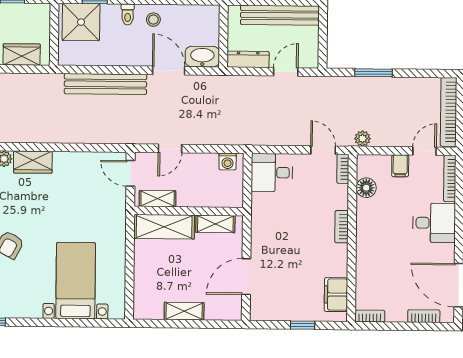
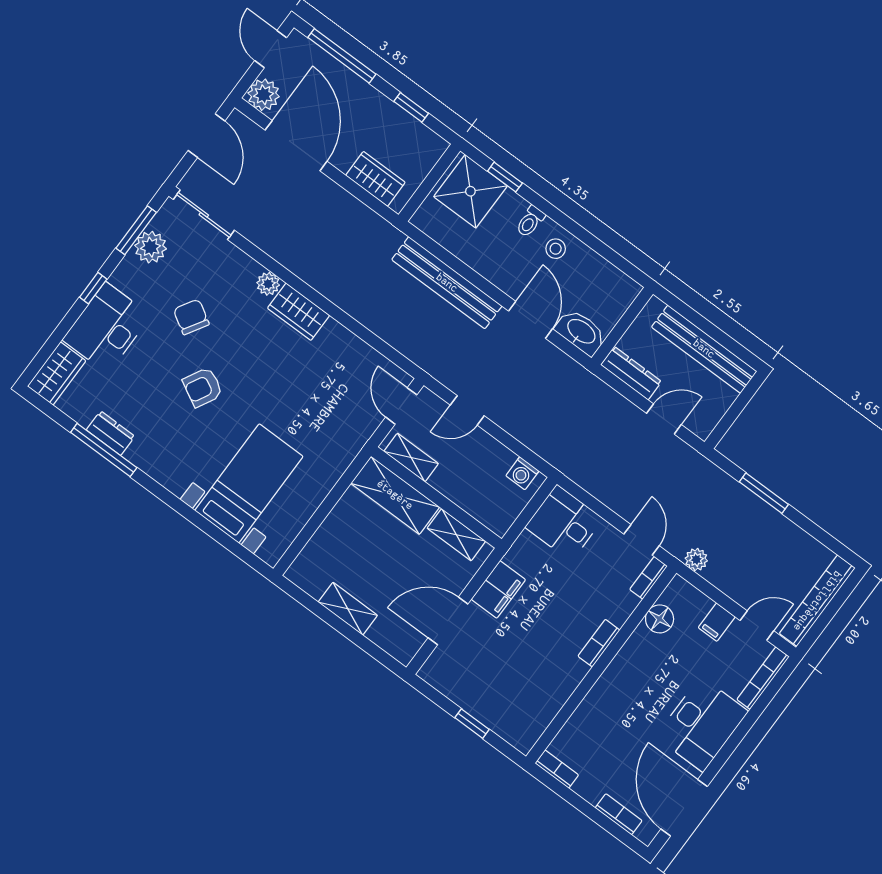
desk: (434, 223) -> (702, 724), width x1.37
filing cabinet: (336, 295) -> (498, 589), moved, turned 180

